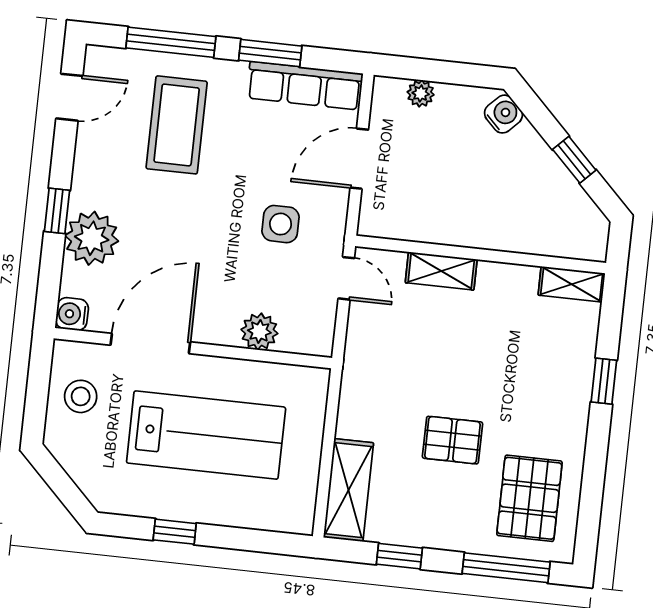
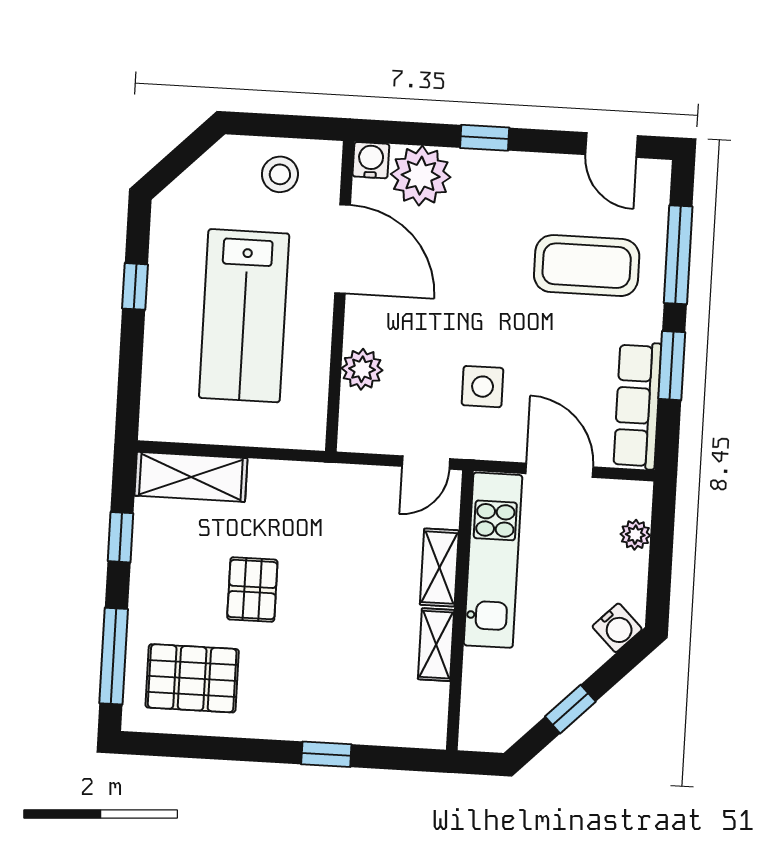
kitchen unit: (437, 222) -> (493, 560), added
plant: (92, 238) -> (421, 176), moved
shelving: (572, 284) -> (436, 645), moved

